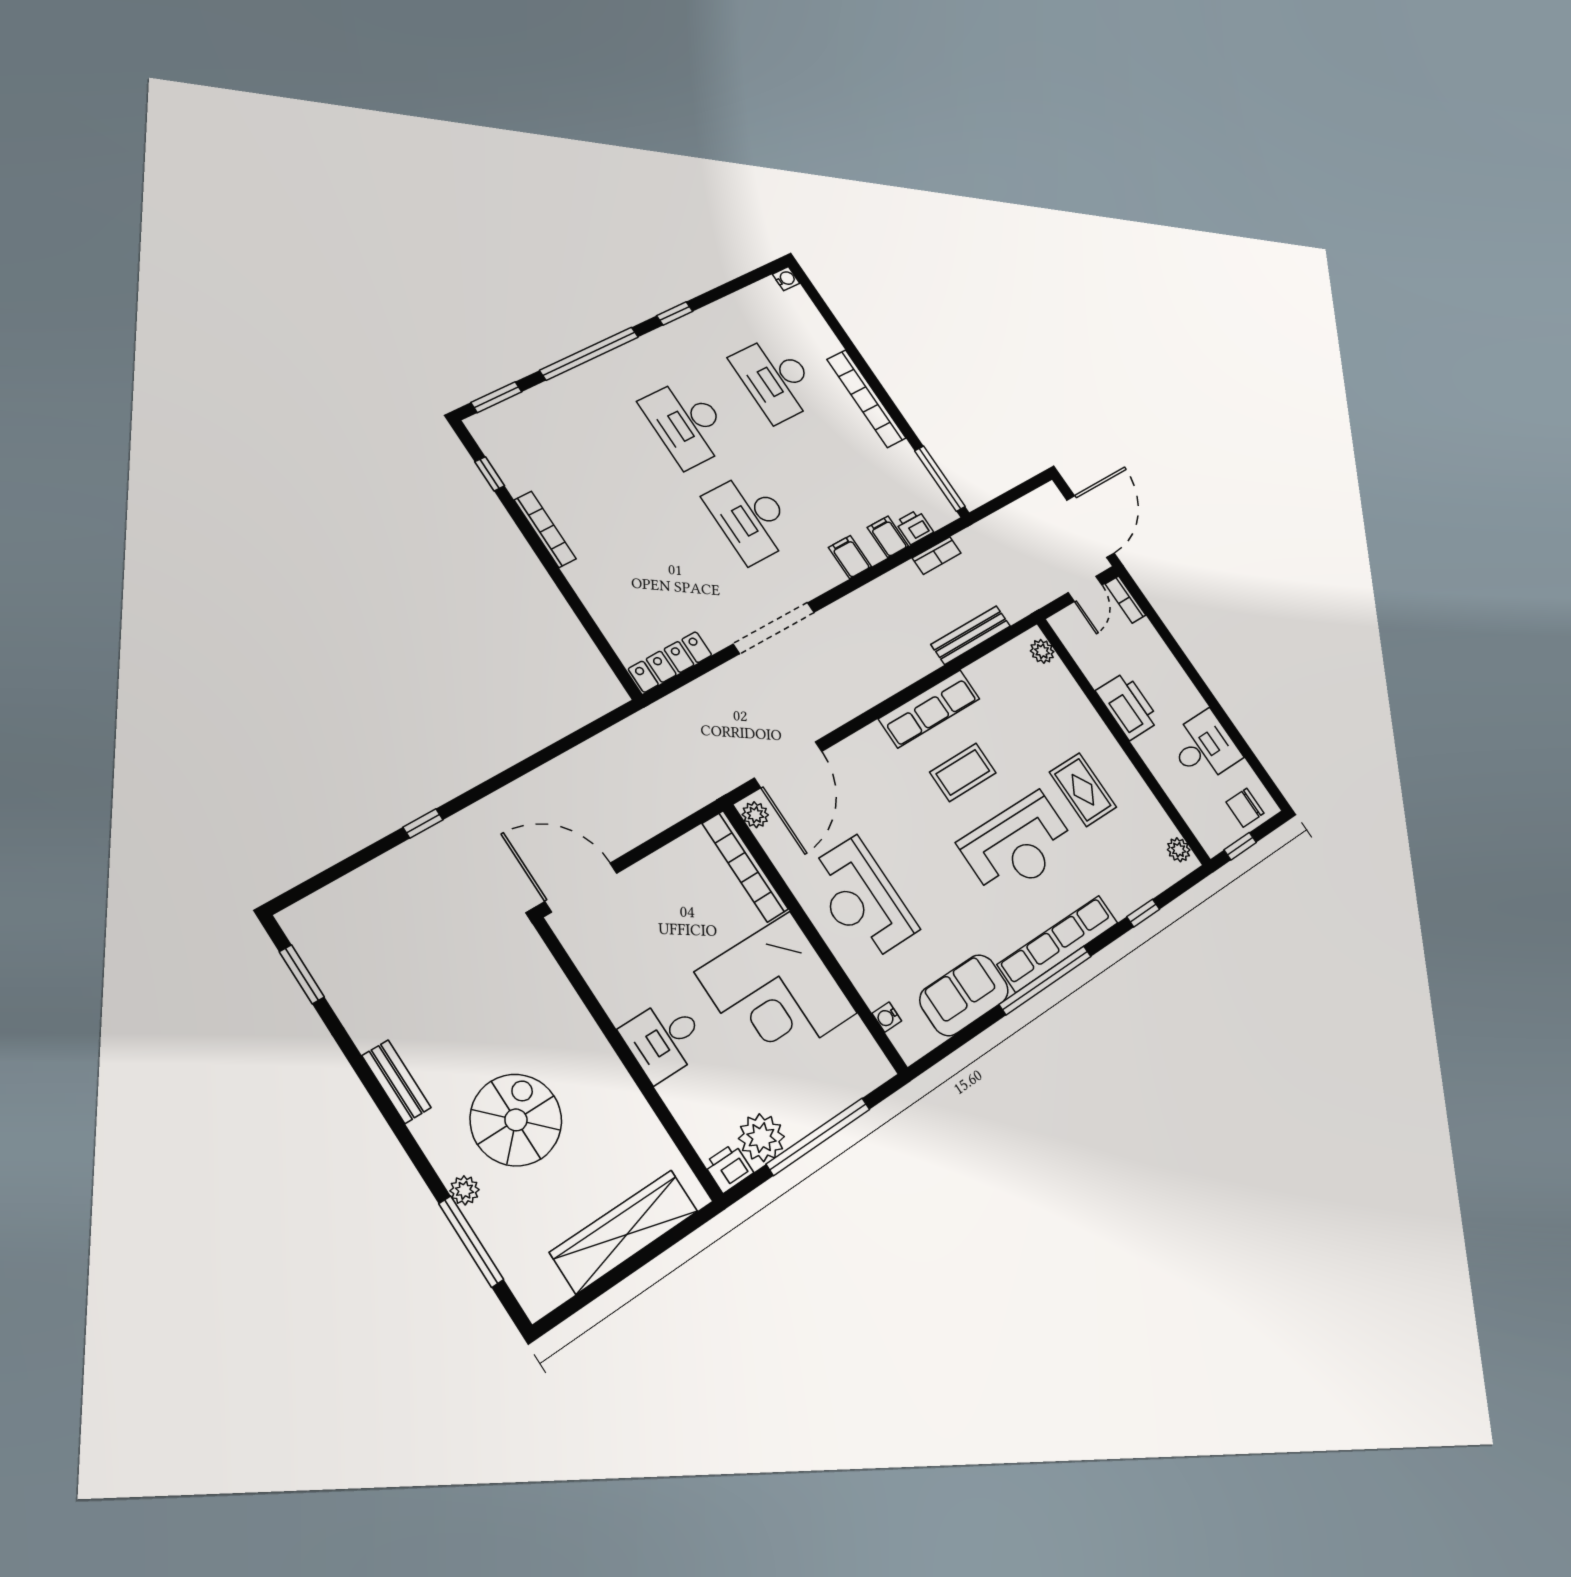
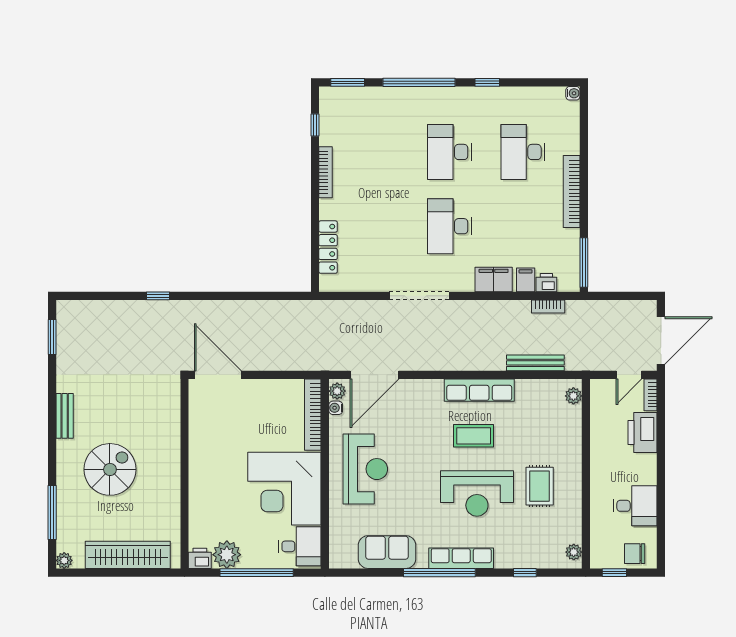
filing cabinet: (850, 557) -> (494, 279), width x2.00
locker: (670, 662) -> (328, 247), moved, turned 90
printer: (1128, 706) -> (643, 433), moved, turned 180
reception desk: (862, 899) -> (365, 469), turned 180
row of seats: (1058, 944) -> (461, 558), width x0.73
water cooler: (887, 1017) -> (336, 408), moved
desk: (664, 1039) -> (300, 546), moved, turned 180
plant: (464, 1190) -> (64, 560), moved

